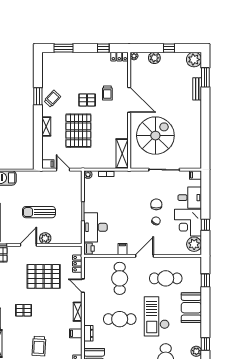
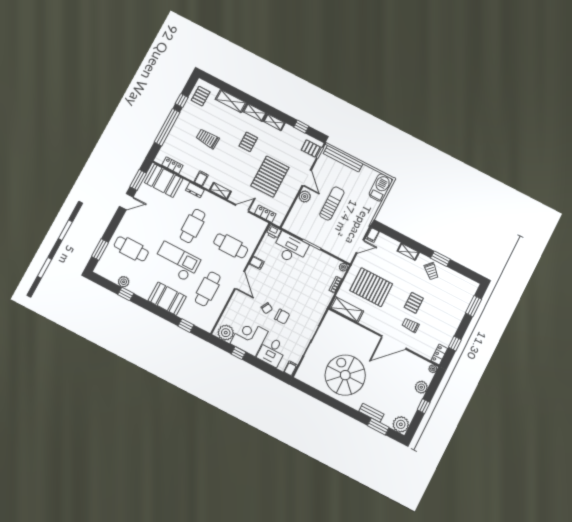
pallet: (78, 131) -> (371, 287), moved
spiral stairs: (155, 136) -> (345, 375), moved, turned 180

